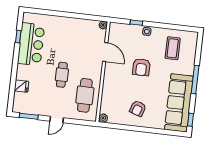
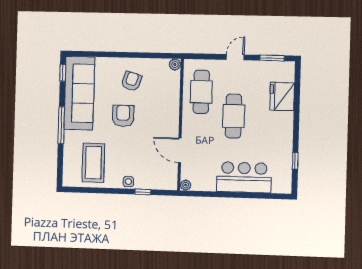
bar counter: (31, 44) -> (244, 177), moved, turned 90
coffee table: (173, 48) -> (93, 163), width x1.36, depth x1.32
armchair: (141, 67) -> (123, 116), moved
cafe table: (62, 75) -> (234, 116), width x1.37, depth x1.35
fridge: (21, 86) -> (282, 96), width x1.88, depth x1.34

